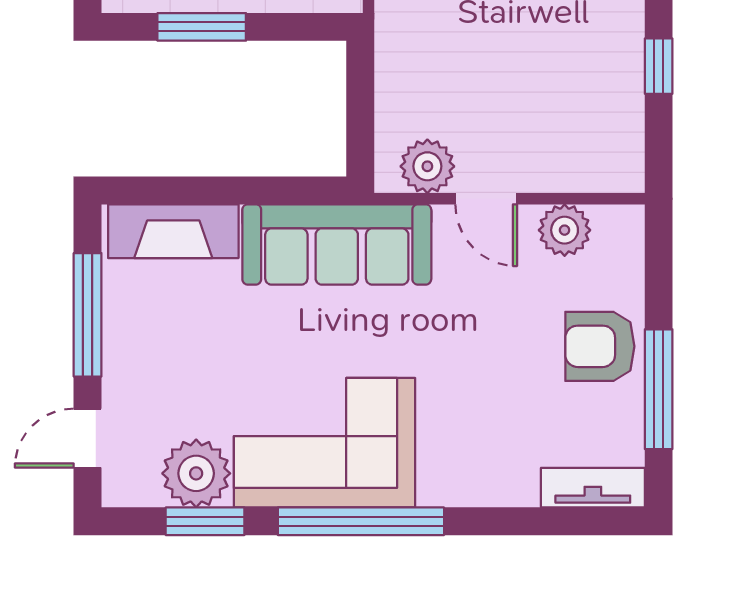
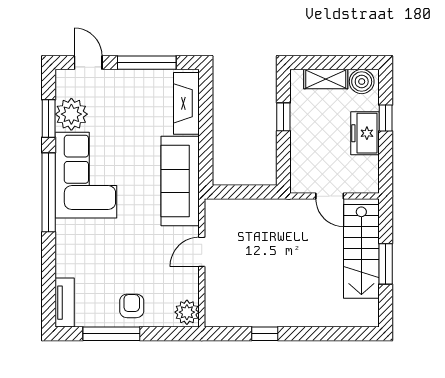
window: (202, 27) -> (283, 117), width x0.67
plant: (427, 166) -> (217, 224), removed
plant: (565, 230) -> (187, 312), moved
armchair: (600, 346) -> (132, 306), width x0.72, depth x0.72

